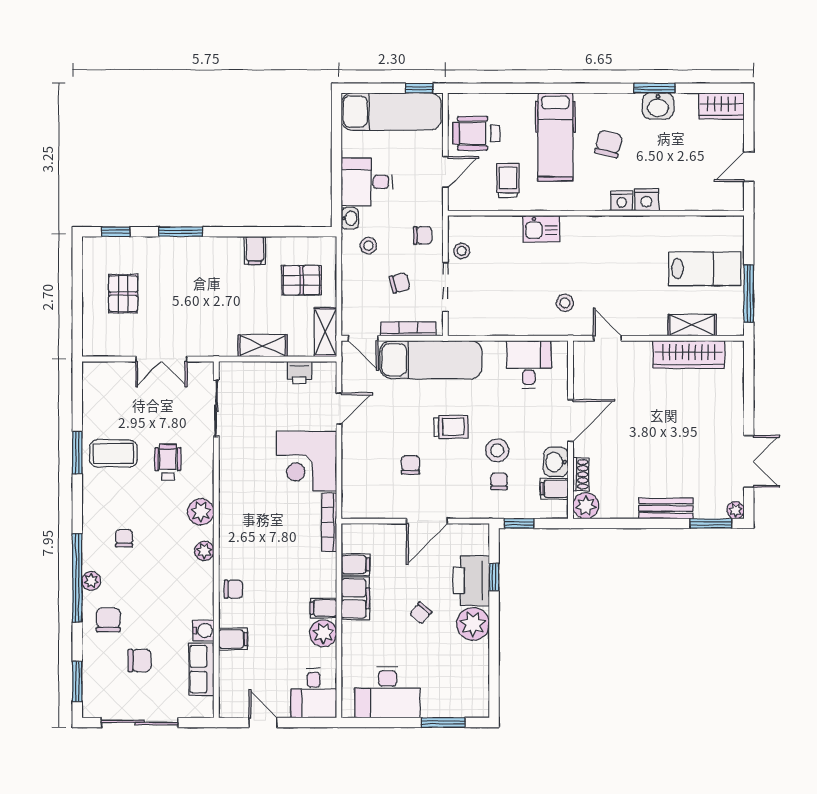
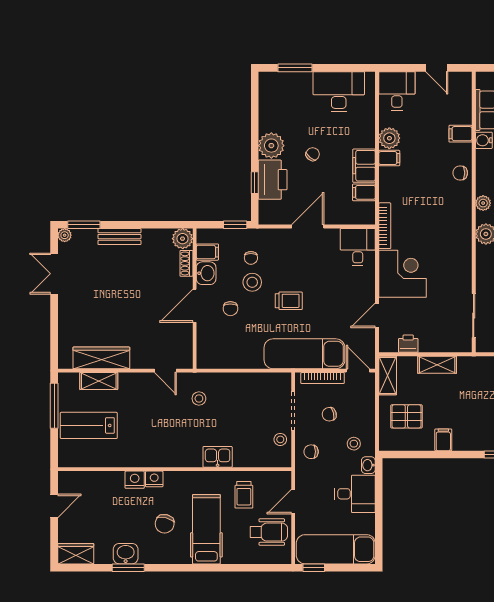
desk: (529, 364) -> (358, 247), moved, turned 180
trolley: (451, 427) -> (289, 301), turned 180
chair: (410, 465) -> (230, 309), moved

